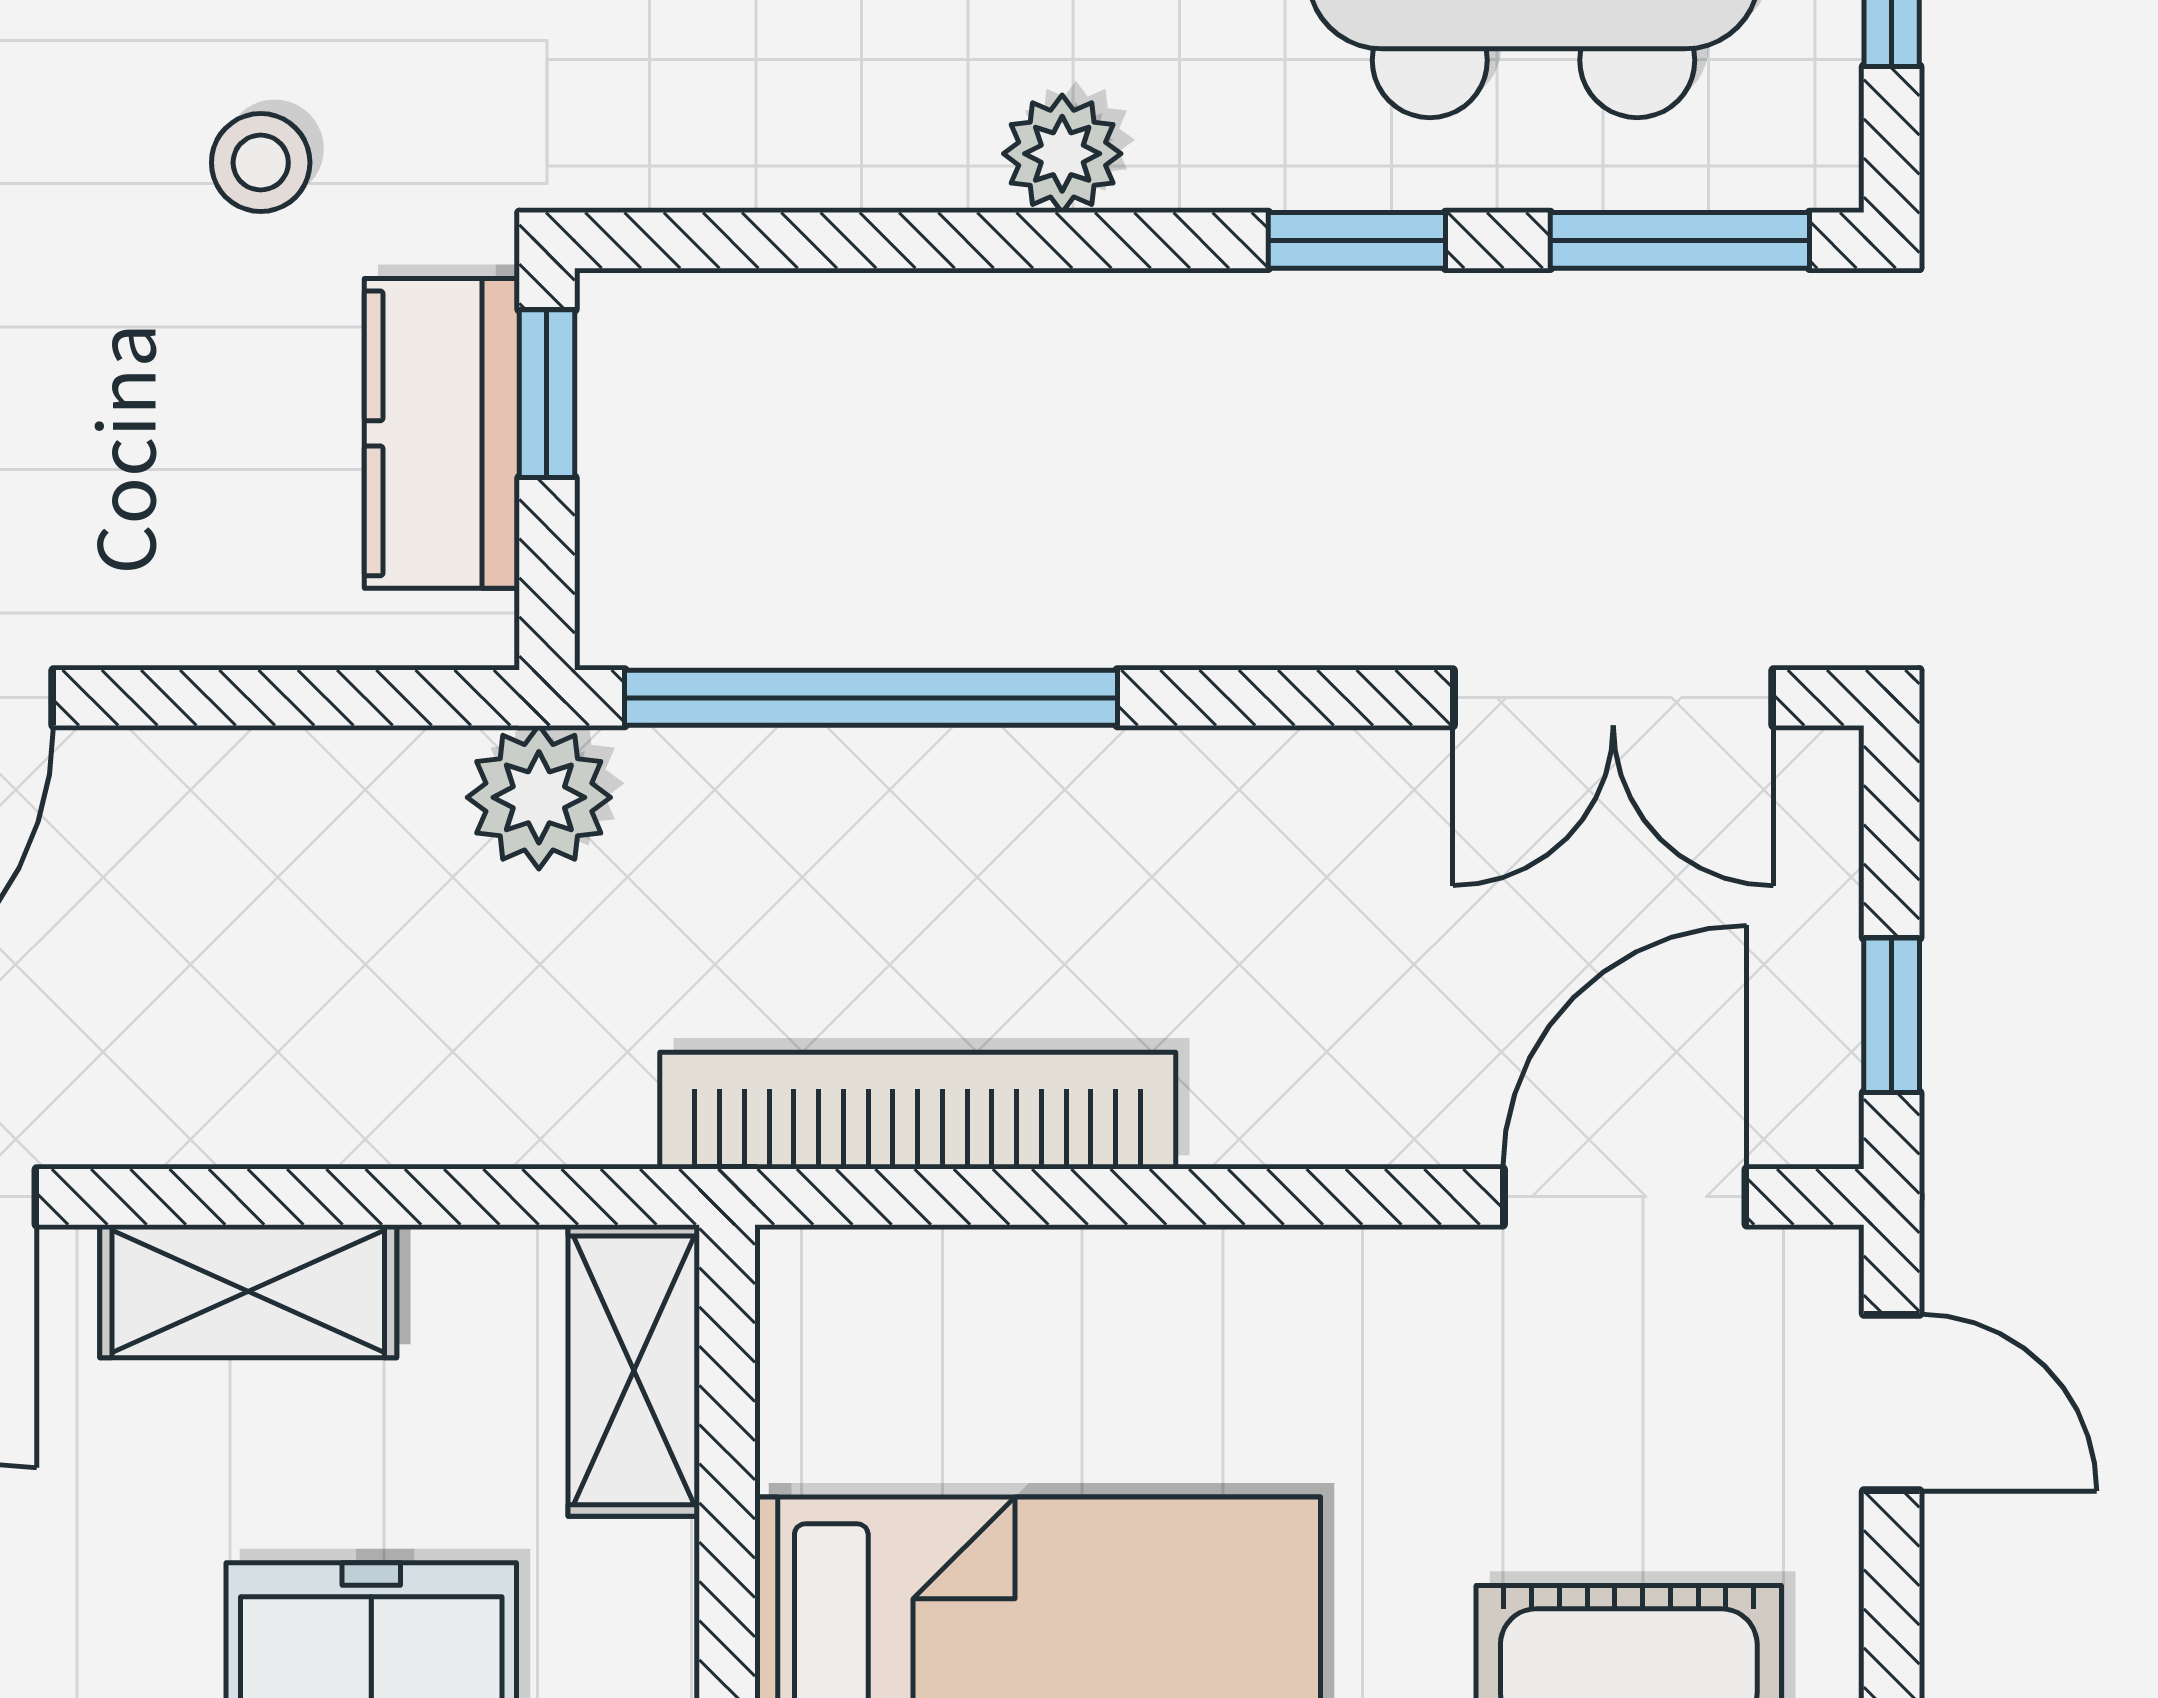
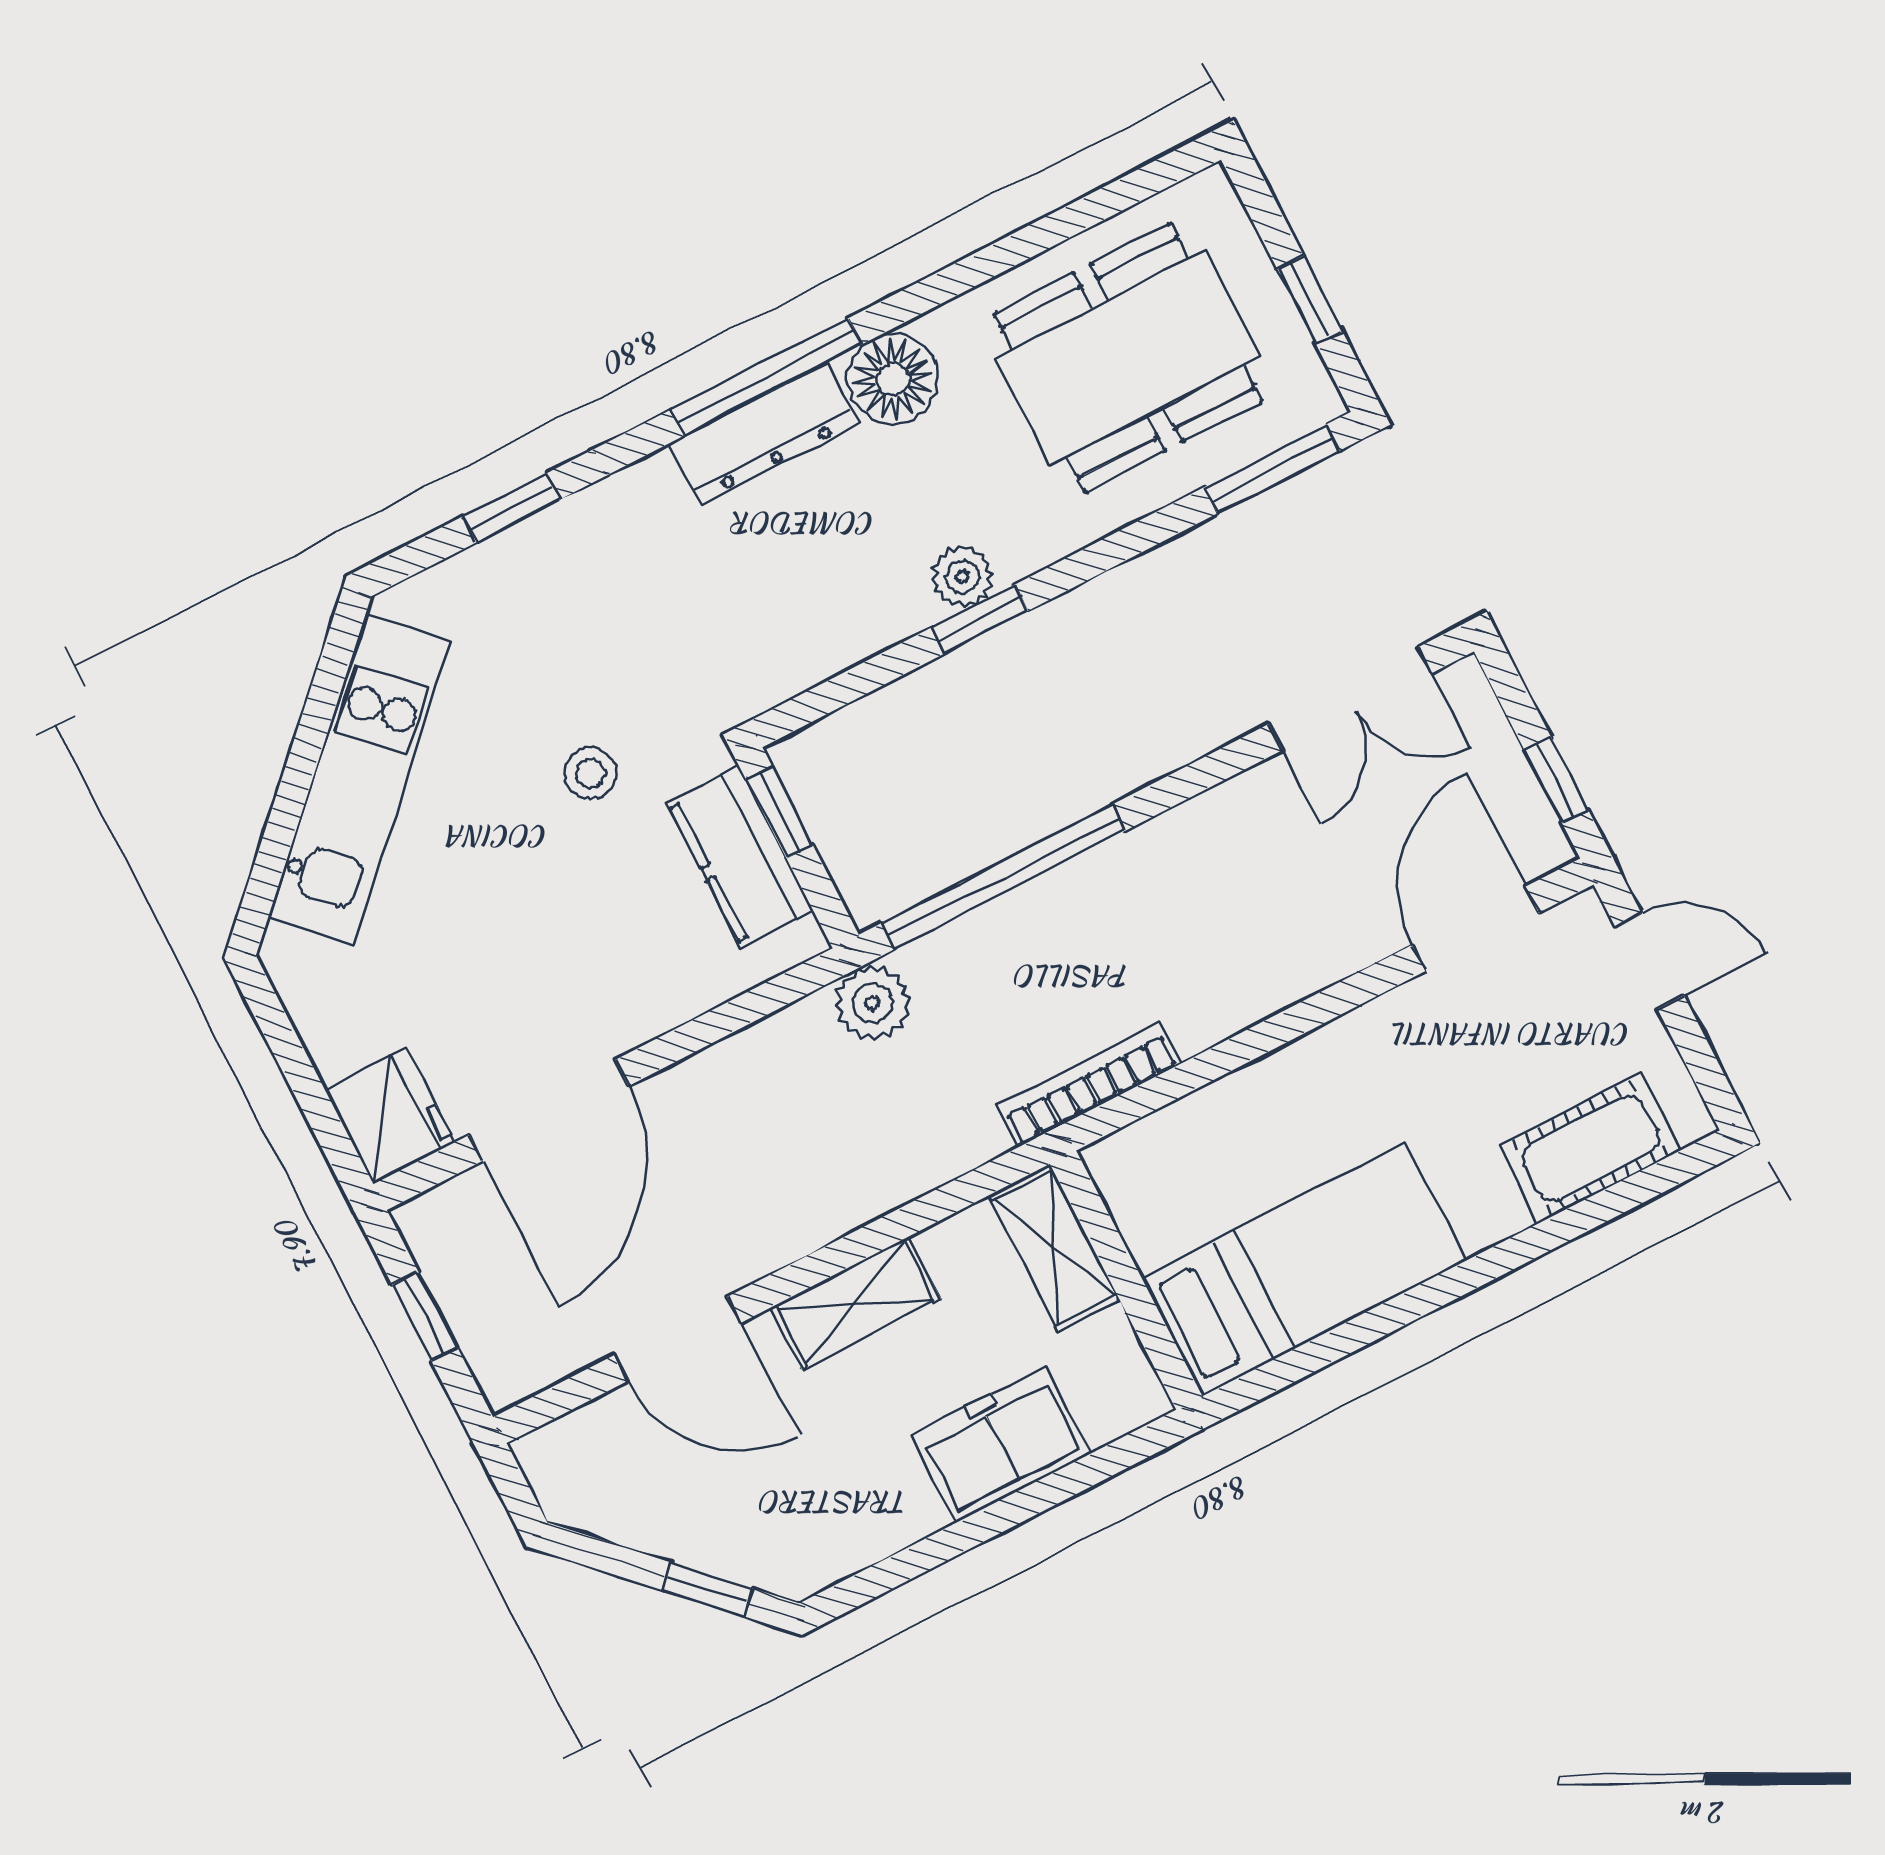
window: (1357, 240) -> (980, 619), moved
bookcase: (918, 1111) -> (1089, 1085), width x0.68, depth x0.76

